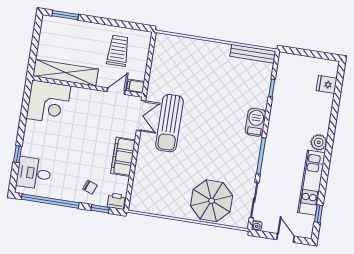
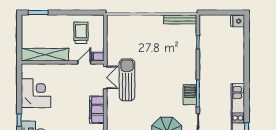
fridge: (327, 84) -> (238, 21), moved
corner desk: (49, 102) -> (36, 93), moved, turned -90
barbecue: (256, 122) -> (190, 95), moved
sun lounger: (170, 123) -> (127, 80), turned 180
plant: (319, 142) -> (239, 77), removed

